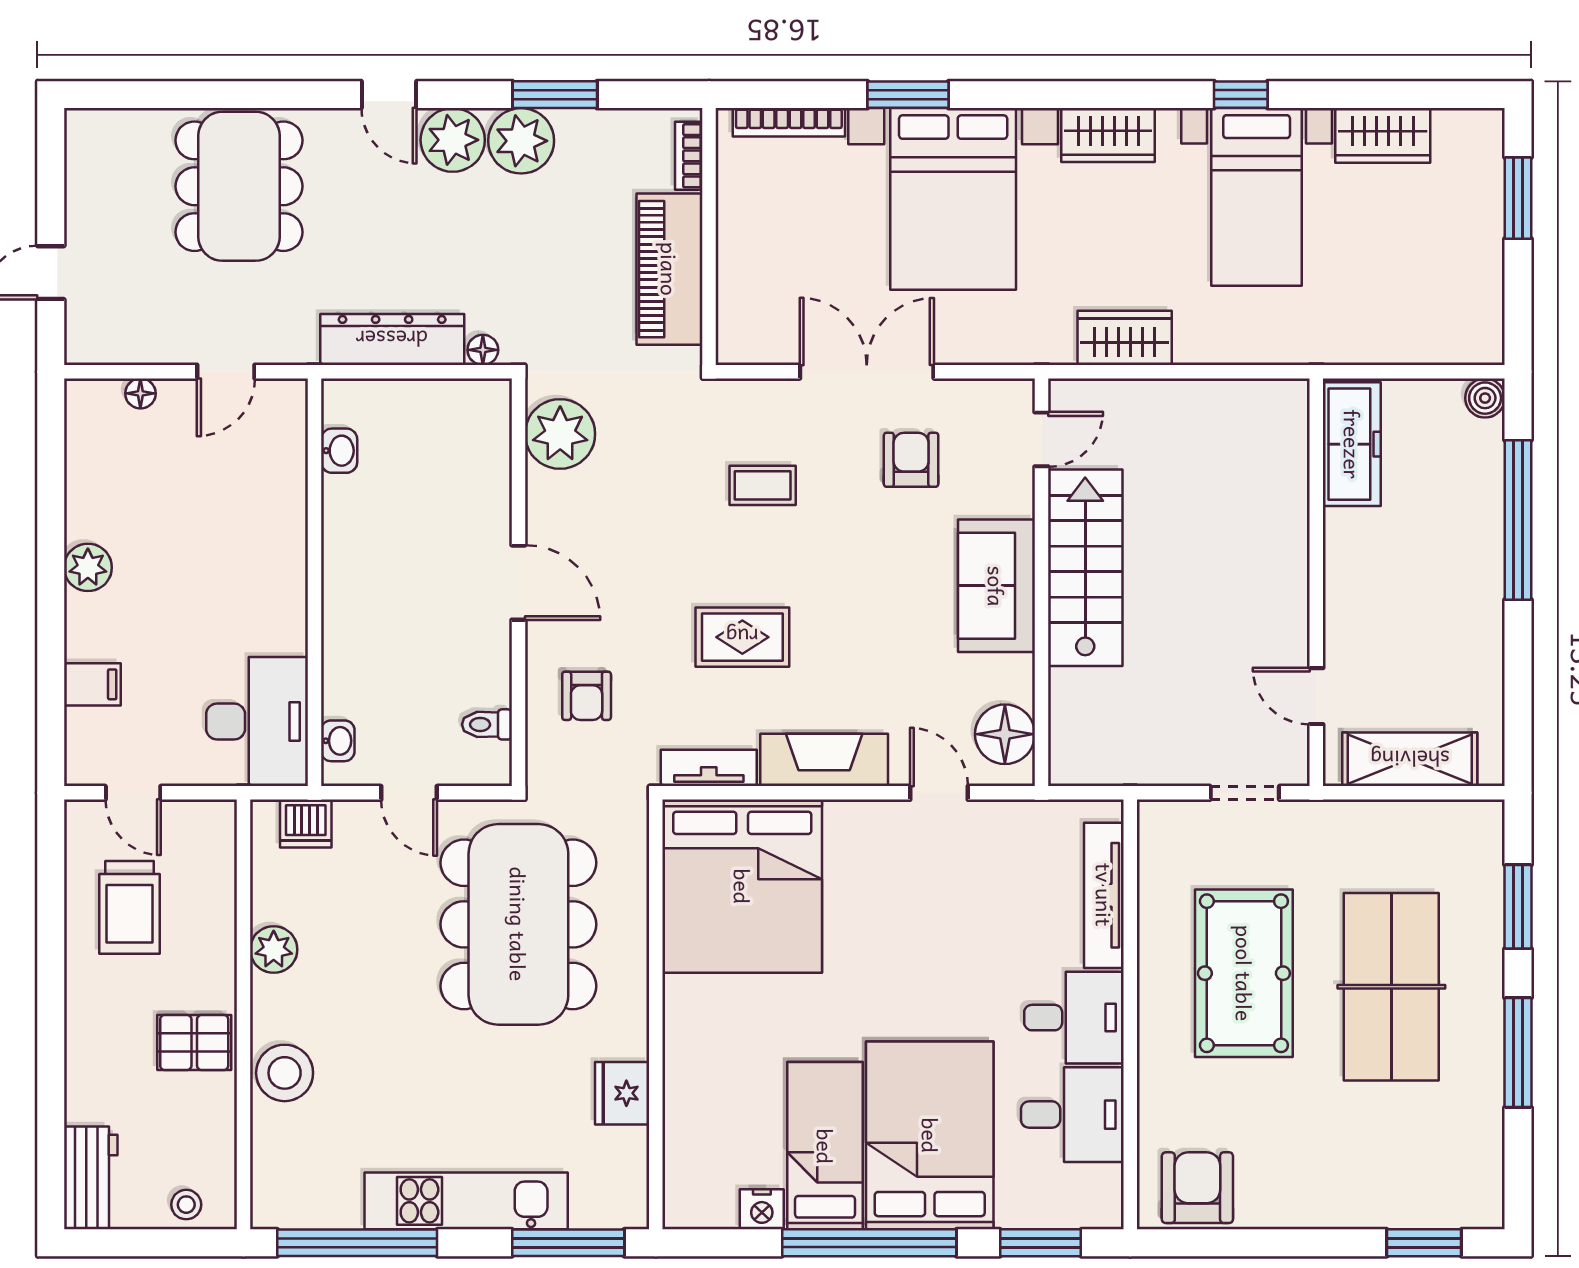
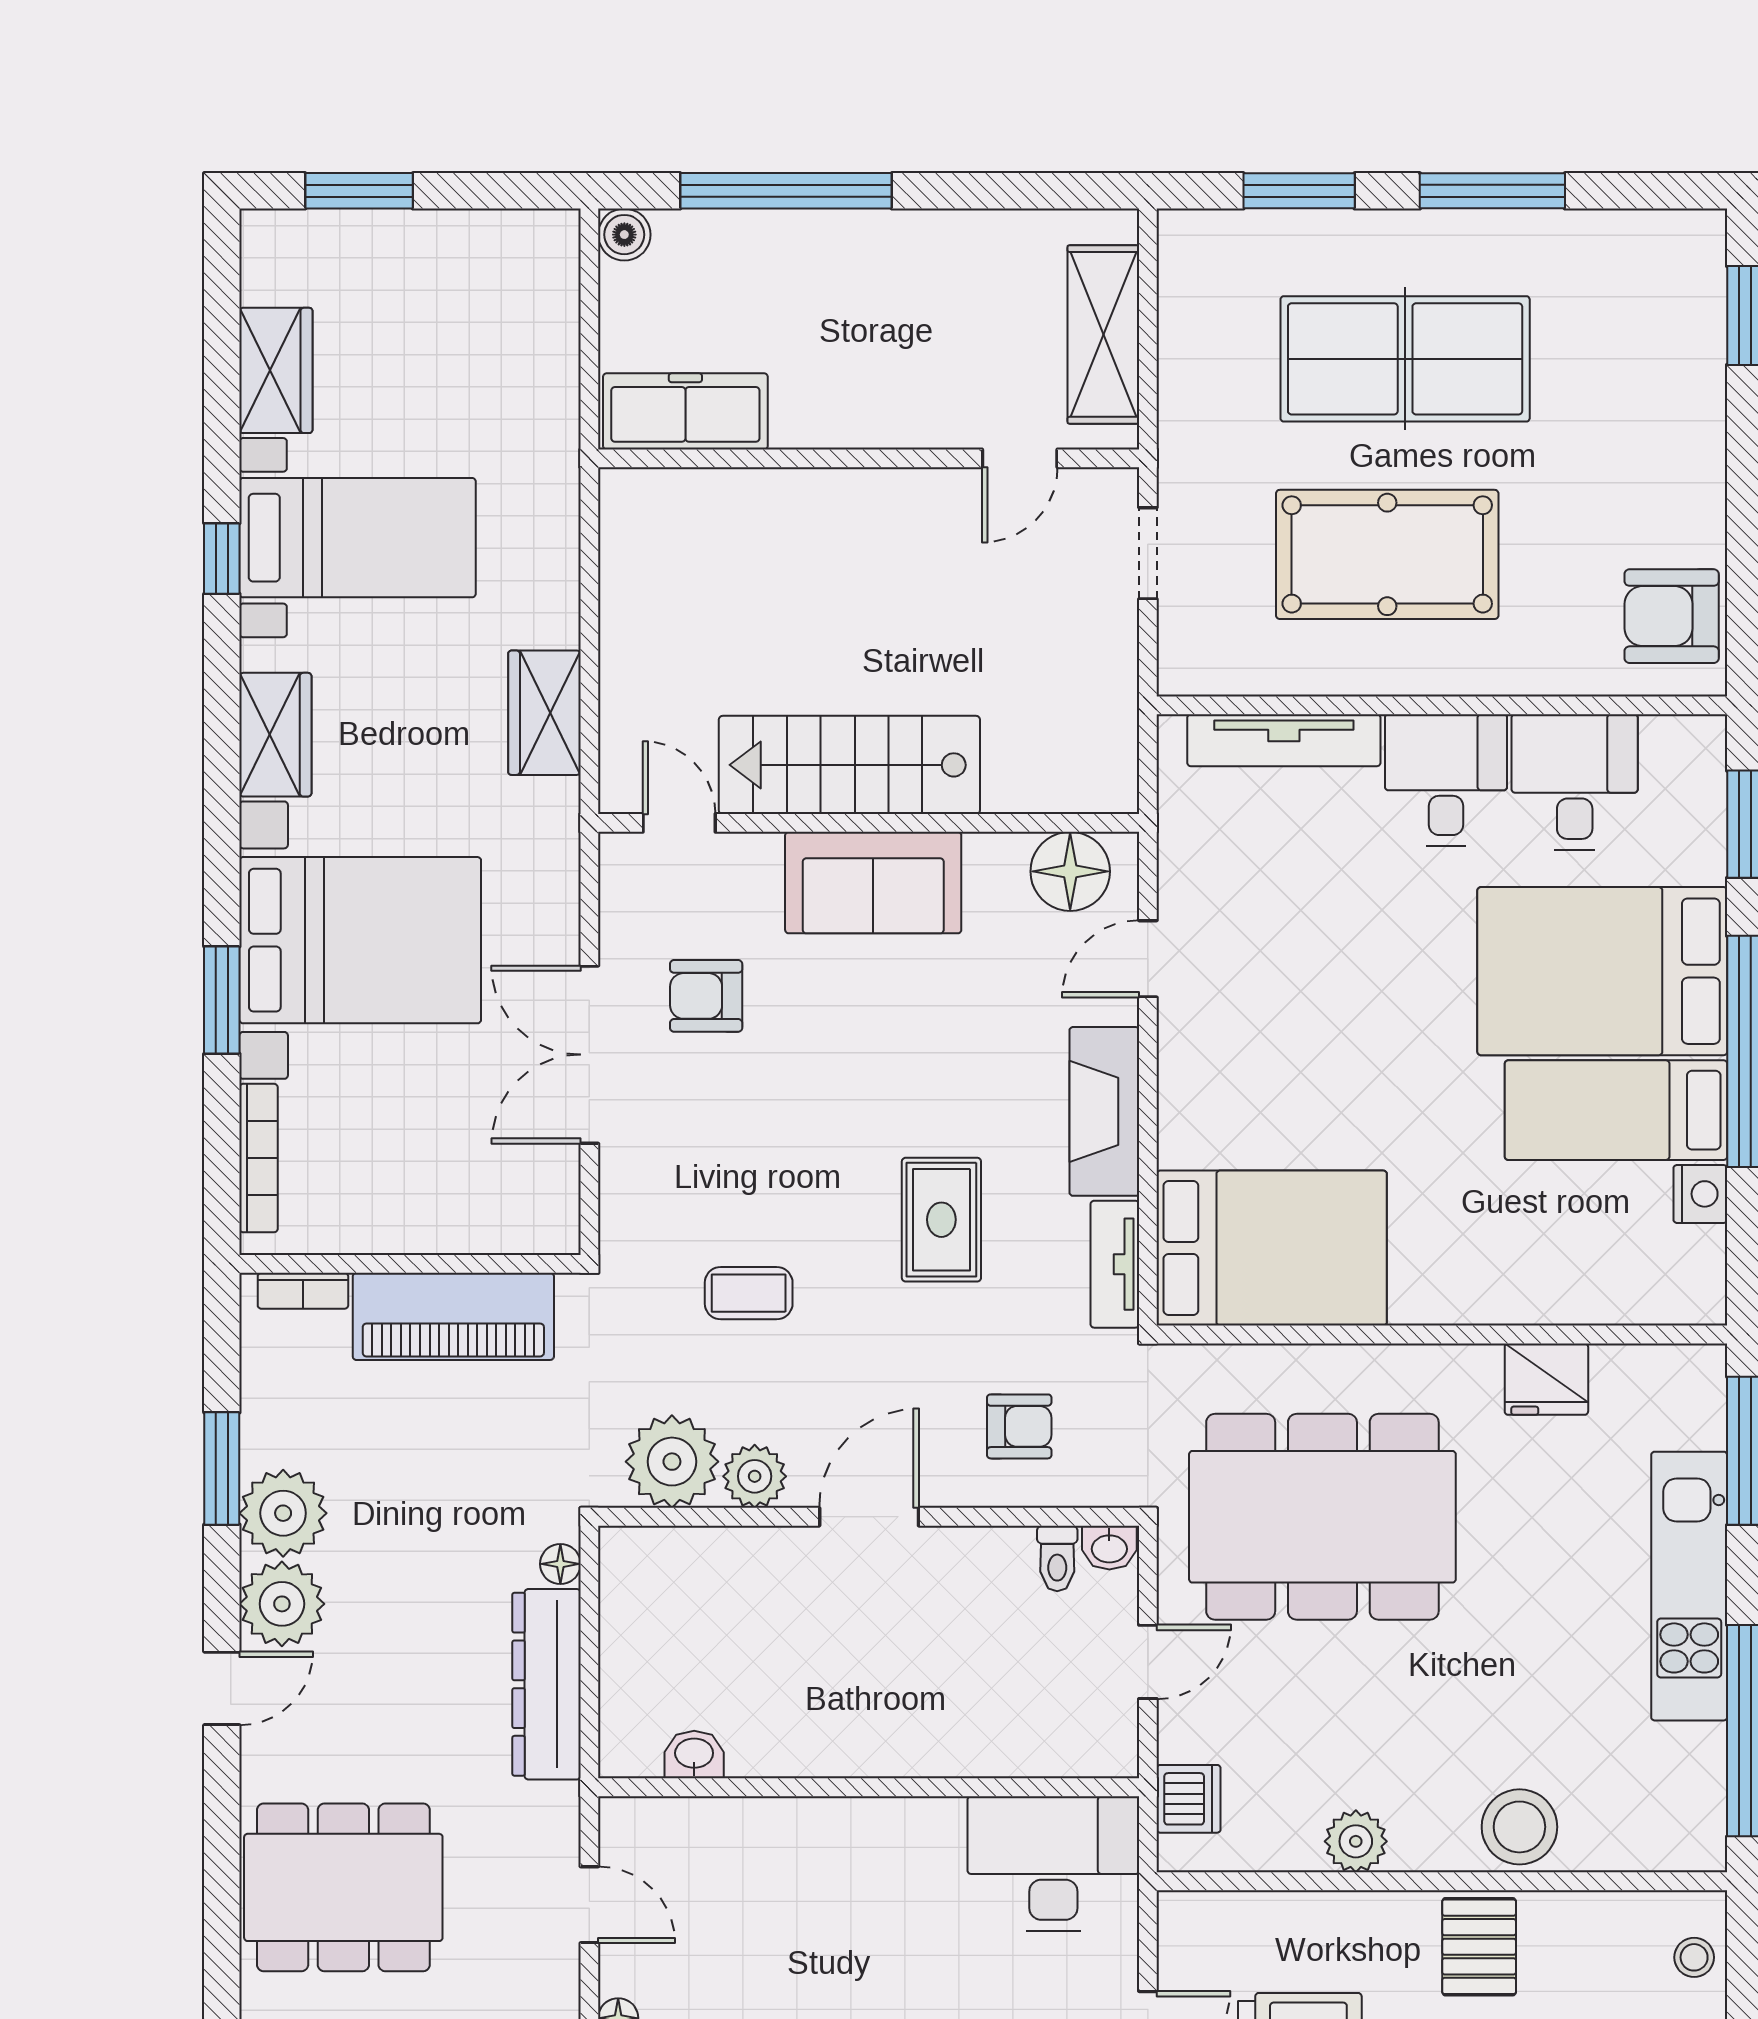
coffee table: (763, 485) -> (749, 1293), moved, turned 90
plant: (549, 496) -> (755, 1476), added
washbasin: (338, 741) -> (1109, 1548), moved, turned 180
bed: (742, 886) -> (1272, 1248), width x0.73

